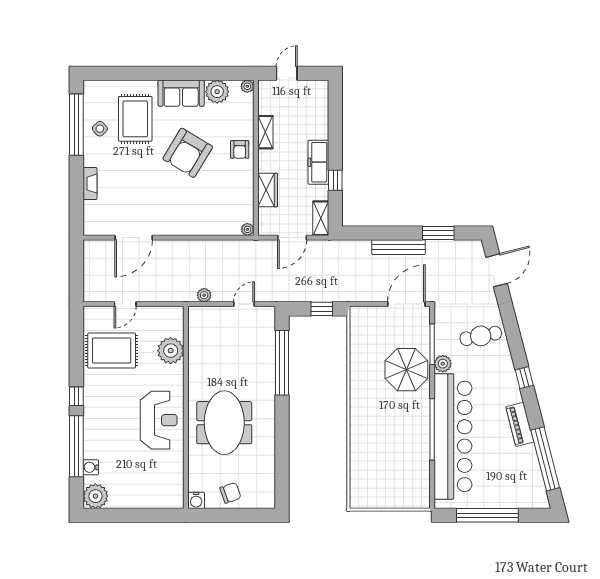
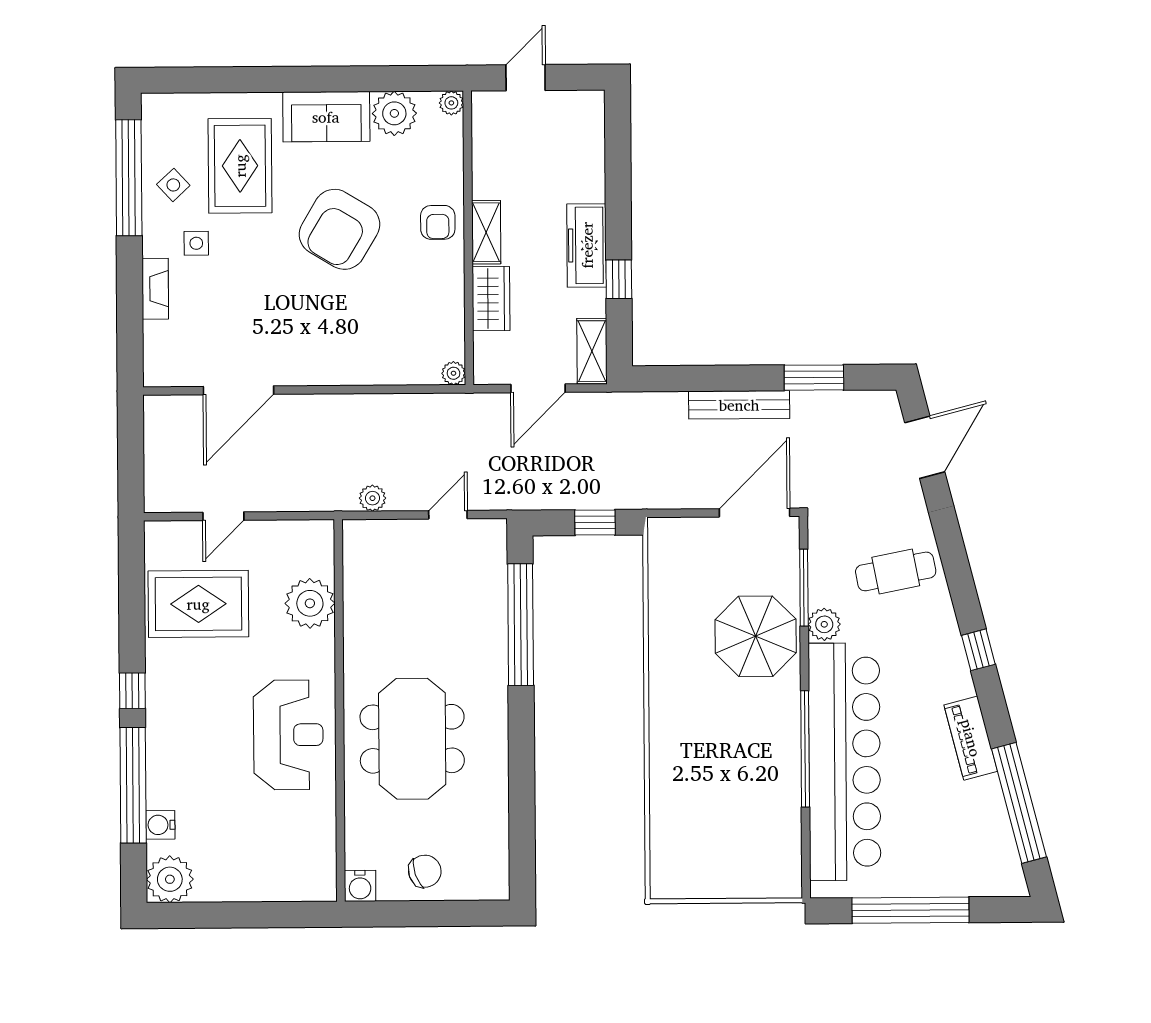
shelving: (265, 132) -> (486, 232), moved
side table: (112, 160) -> (196, 243), added

